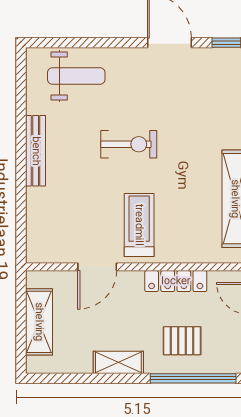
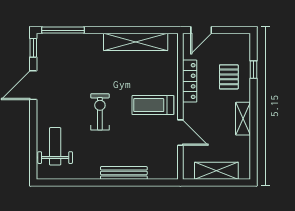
bench: (36, 151) -> (124, 173), moved
window: (193, 378) -> (254, 70), width x0.32

